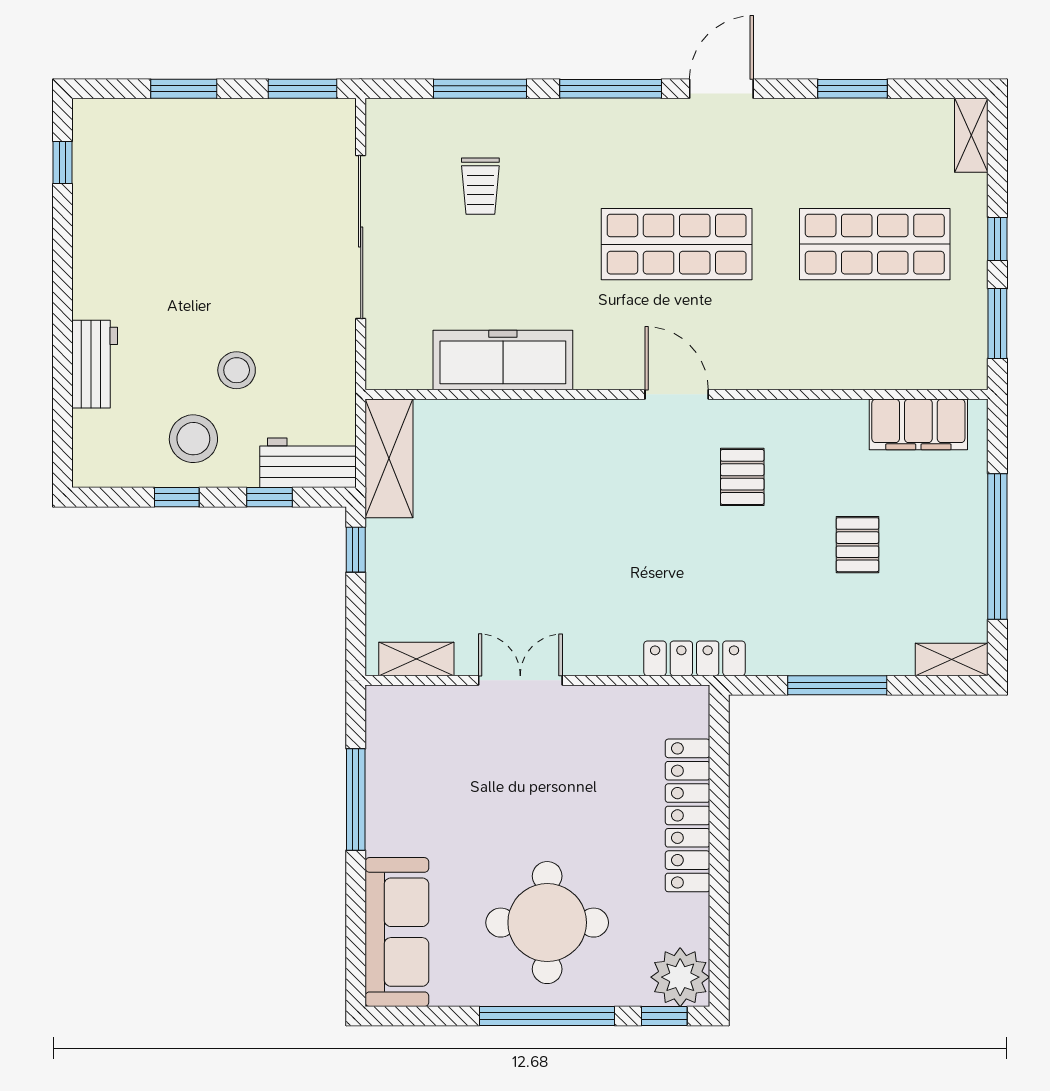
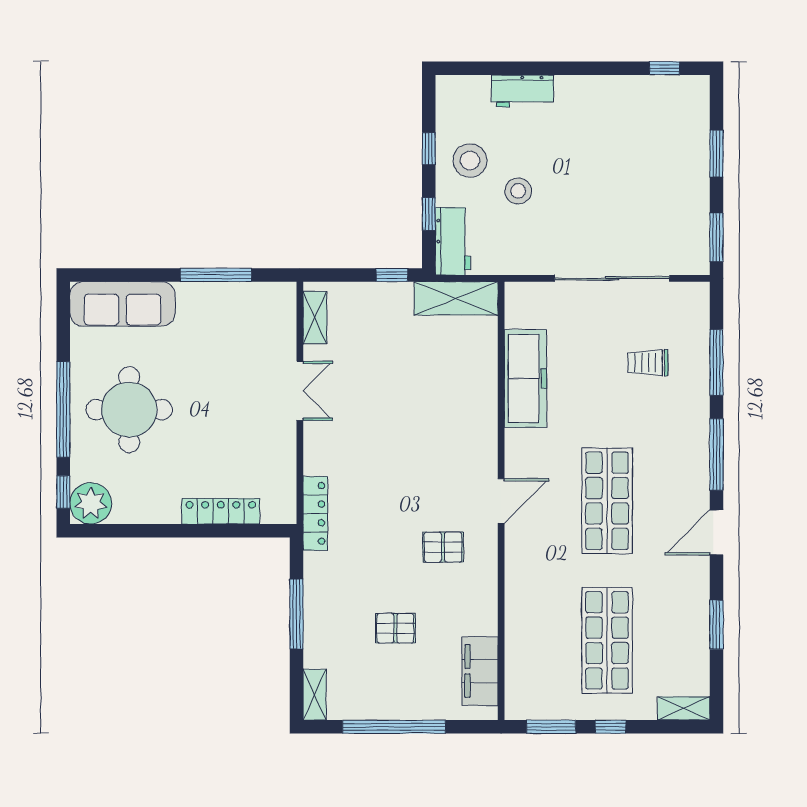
door: (721, 89) -> (716, 532), swing flipped
locker: (688, 815) -> (221, 511), width x0.71, depth x0.83

